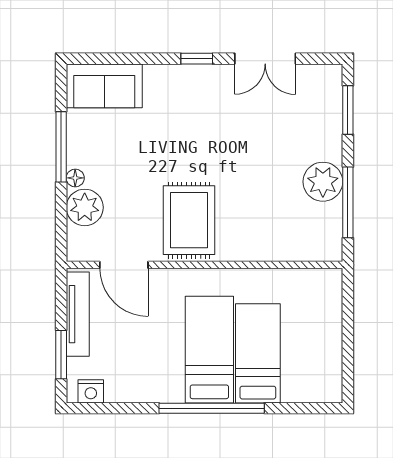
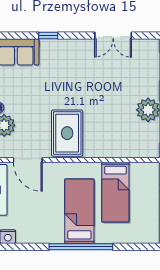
window: (197, 59) -> (48, 36), moved
bed: (258, 353) -> (115, 192), moved, turned 180

